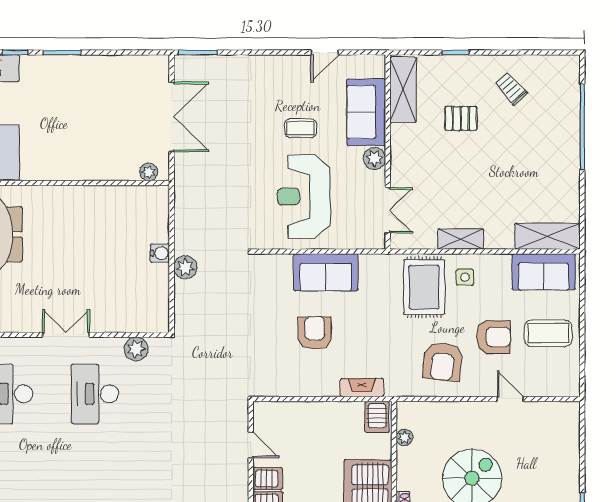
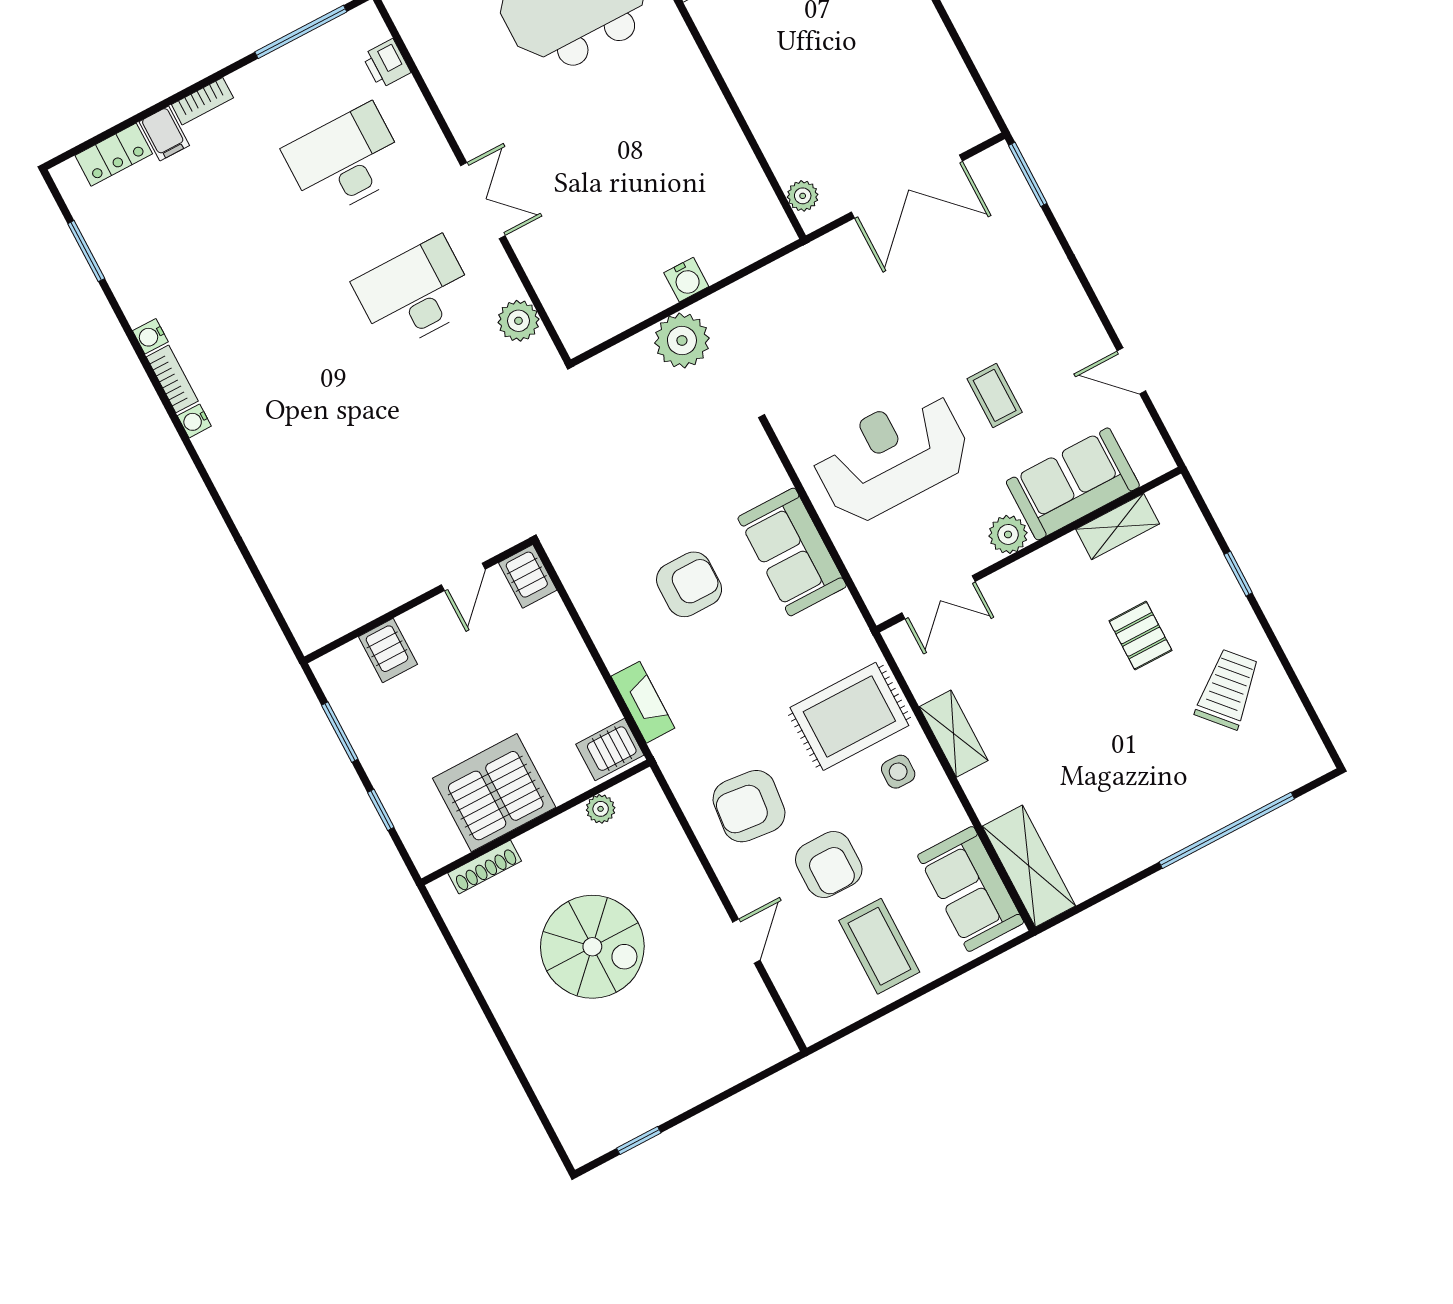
trolley: (511, 89) -> (1228, 689), width x1.36, depth x1.39
shelving: (403, 90) -> (1118, 527), width x0.67, depth x0.75
plant: (185, 267) -> (682, 340), width x1.36, depth x1.36
server rack: (268, 479) -> (528, 576), moved

